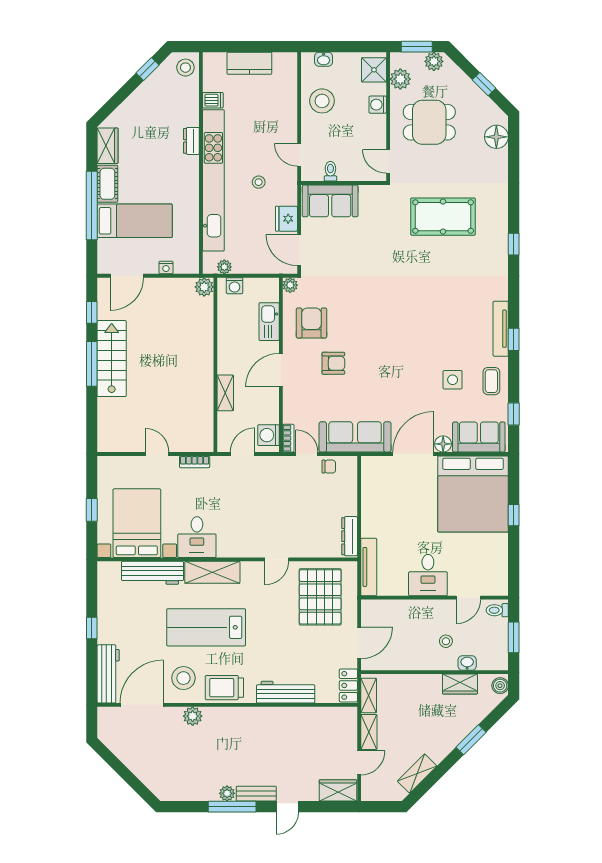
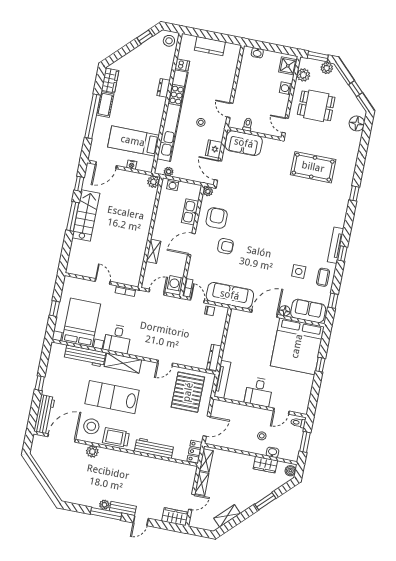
stool: (322, 101) -> (251, 79), removed
bed: (135, 221) -> (133, 141), moved, turned 180

